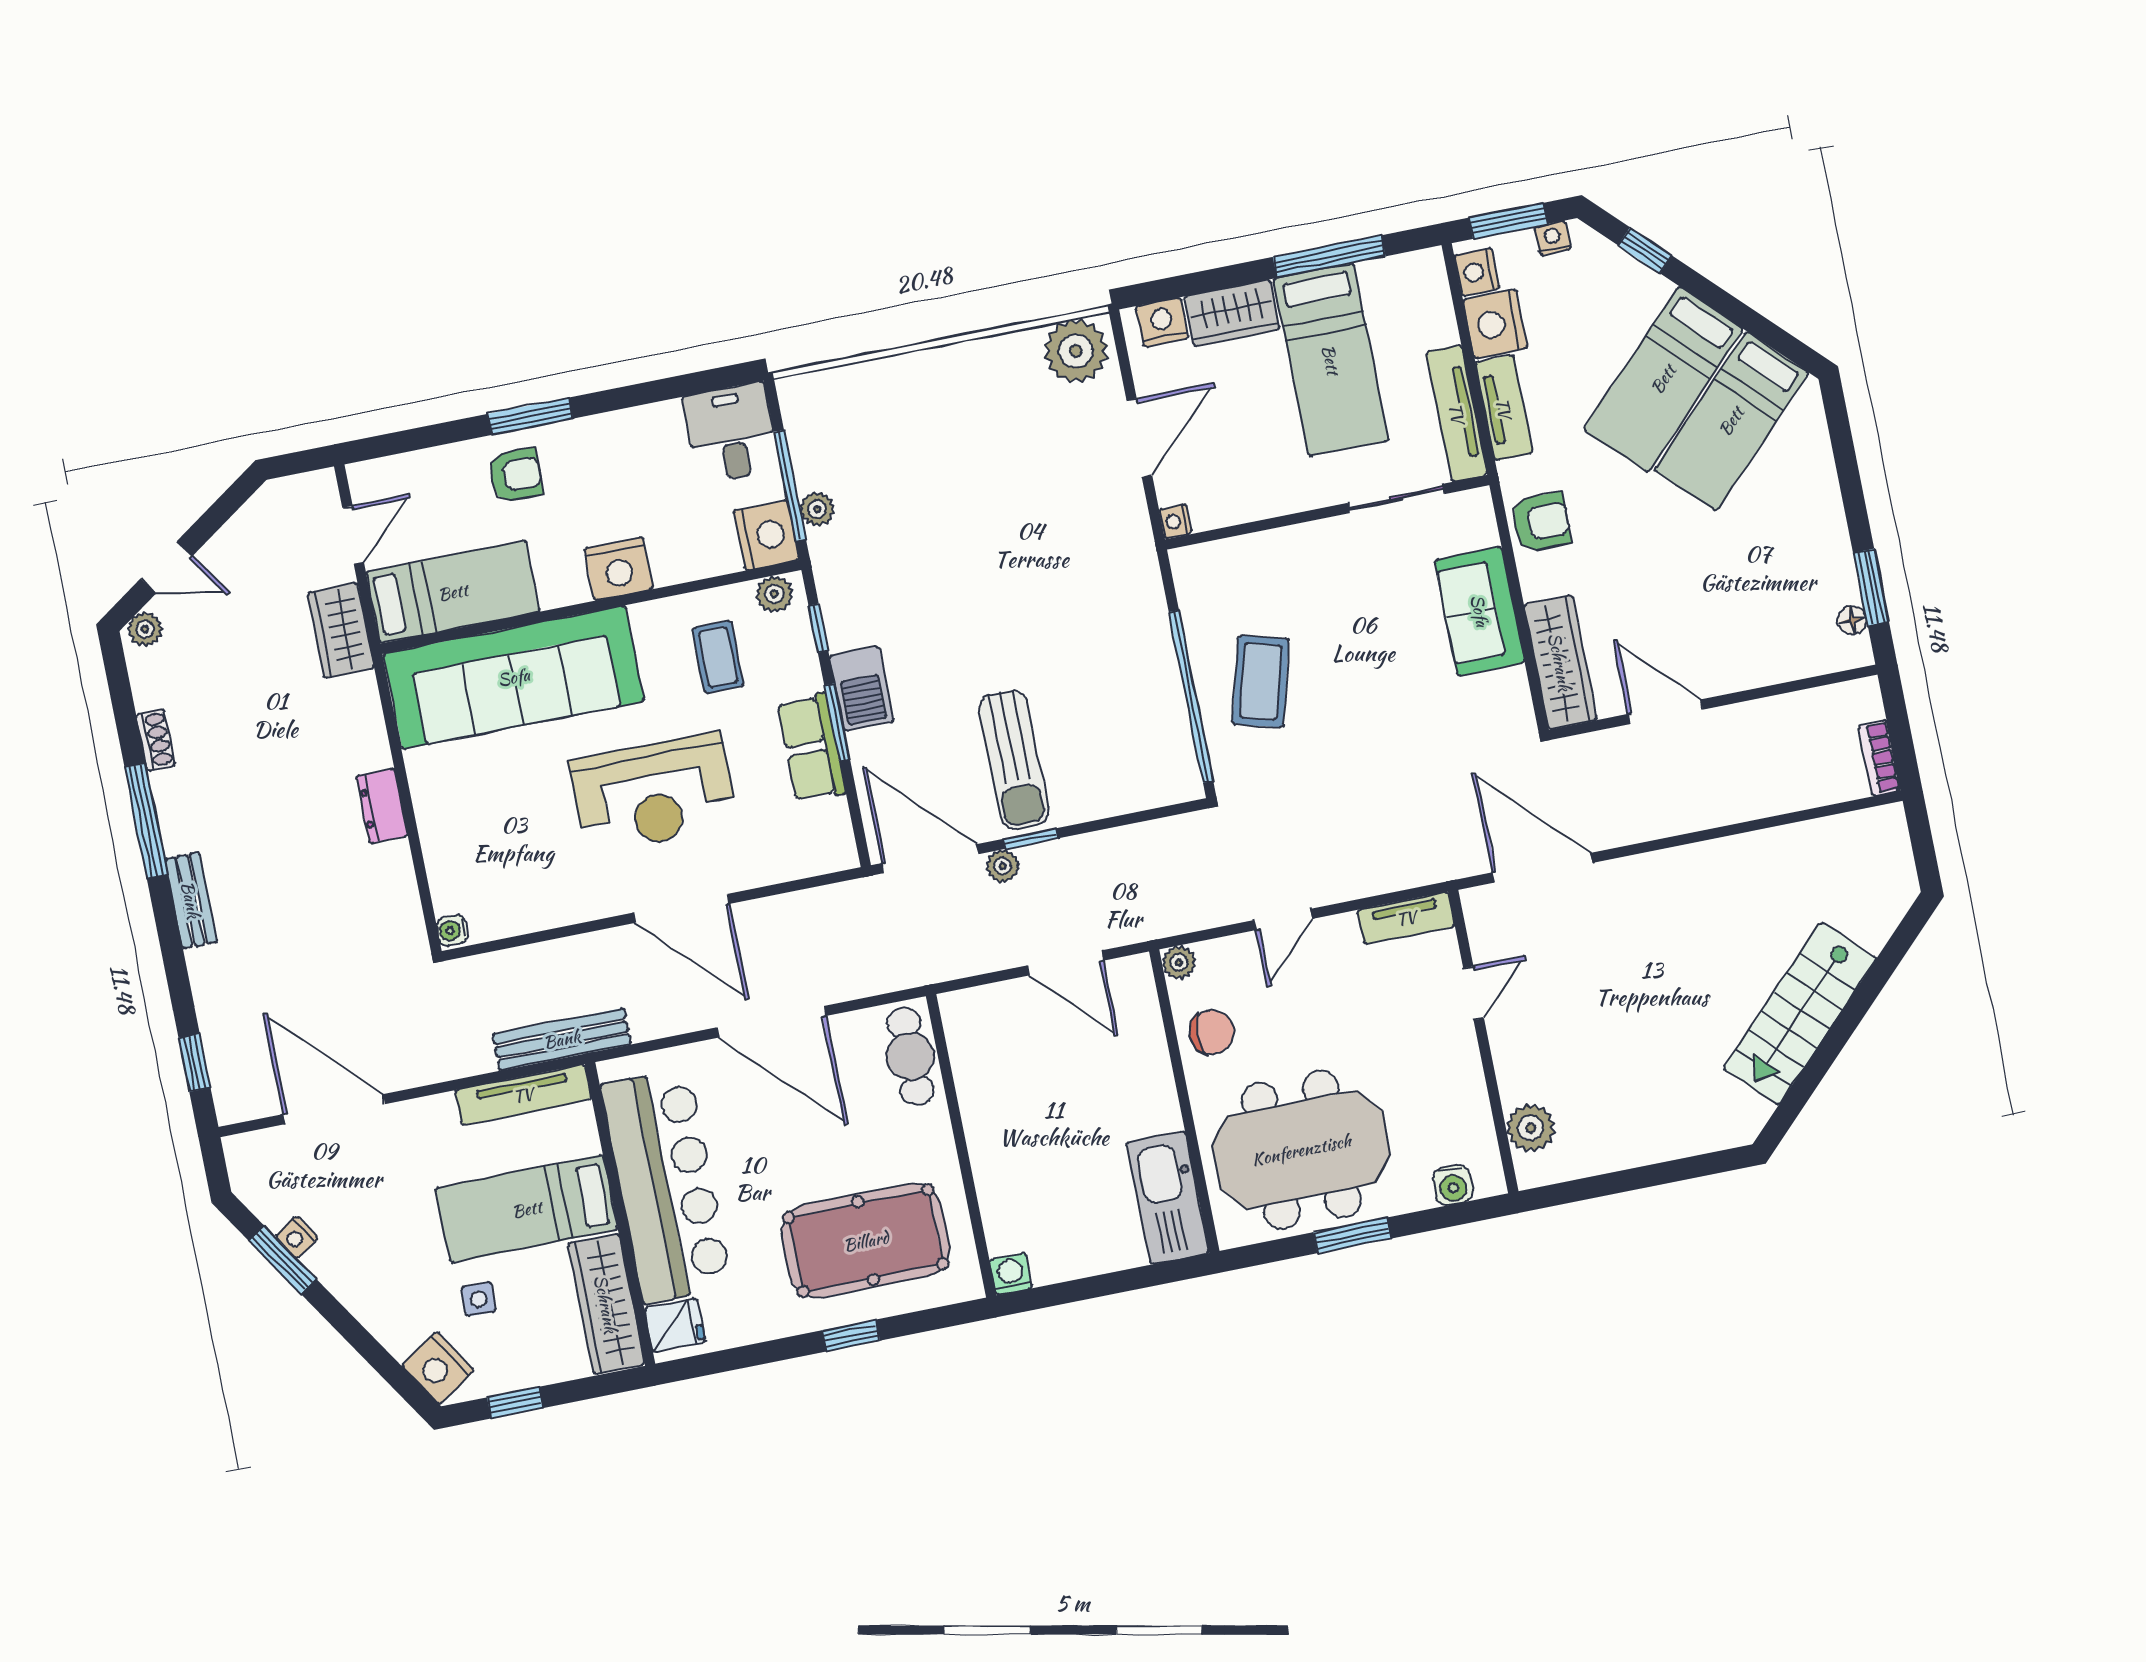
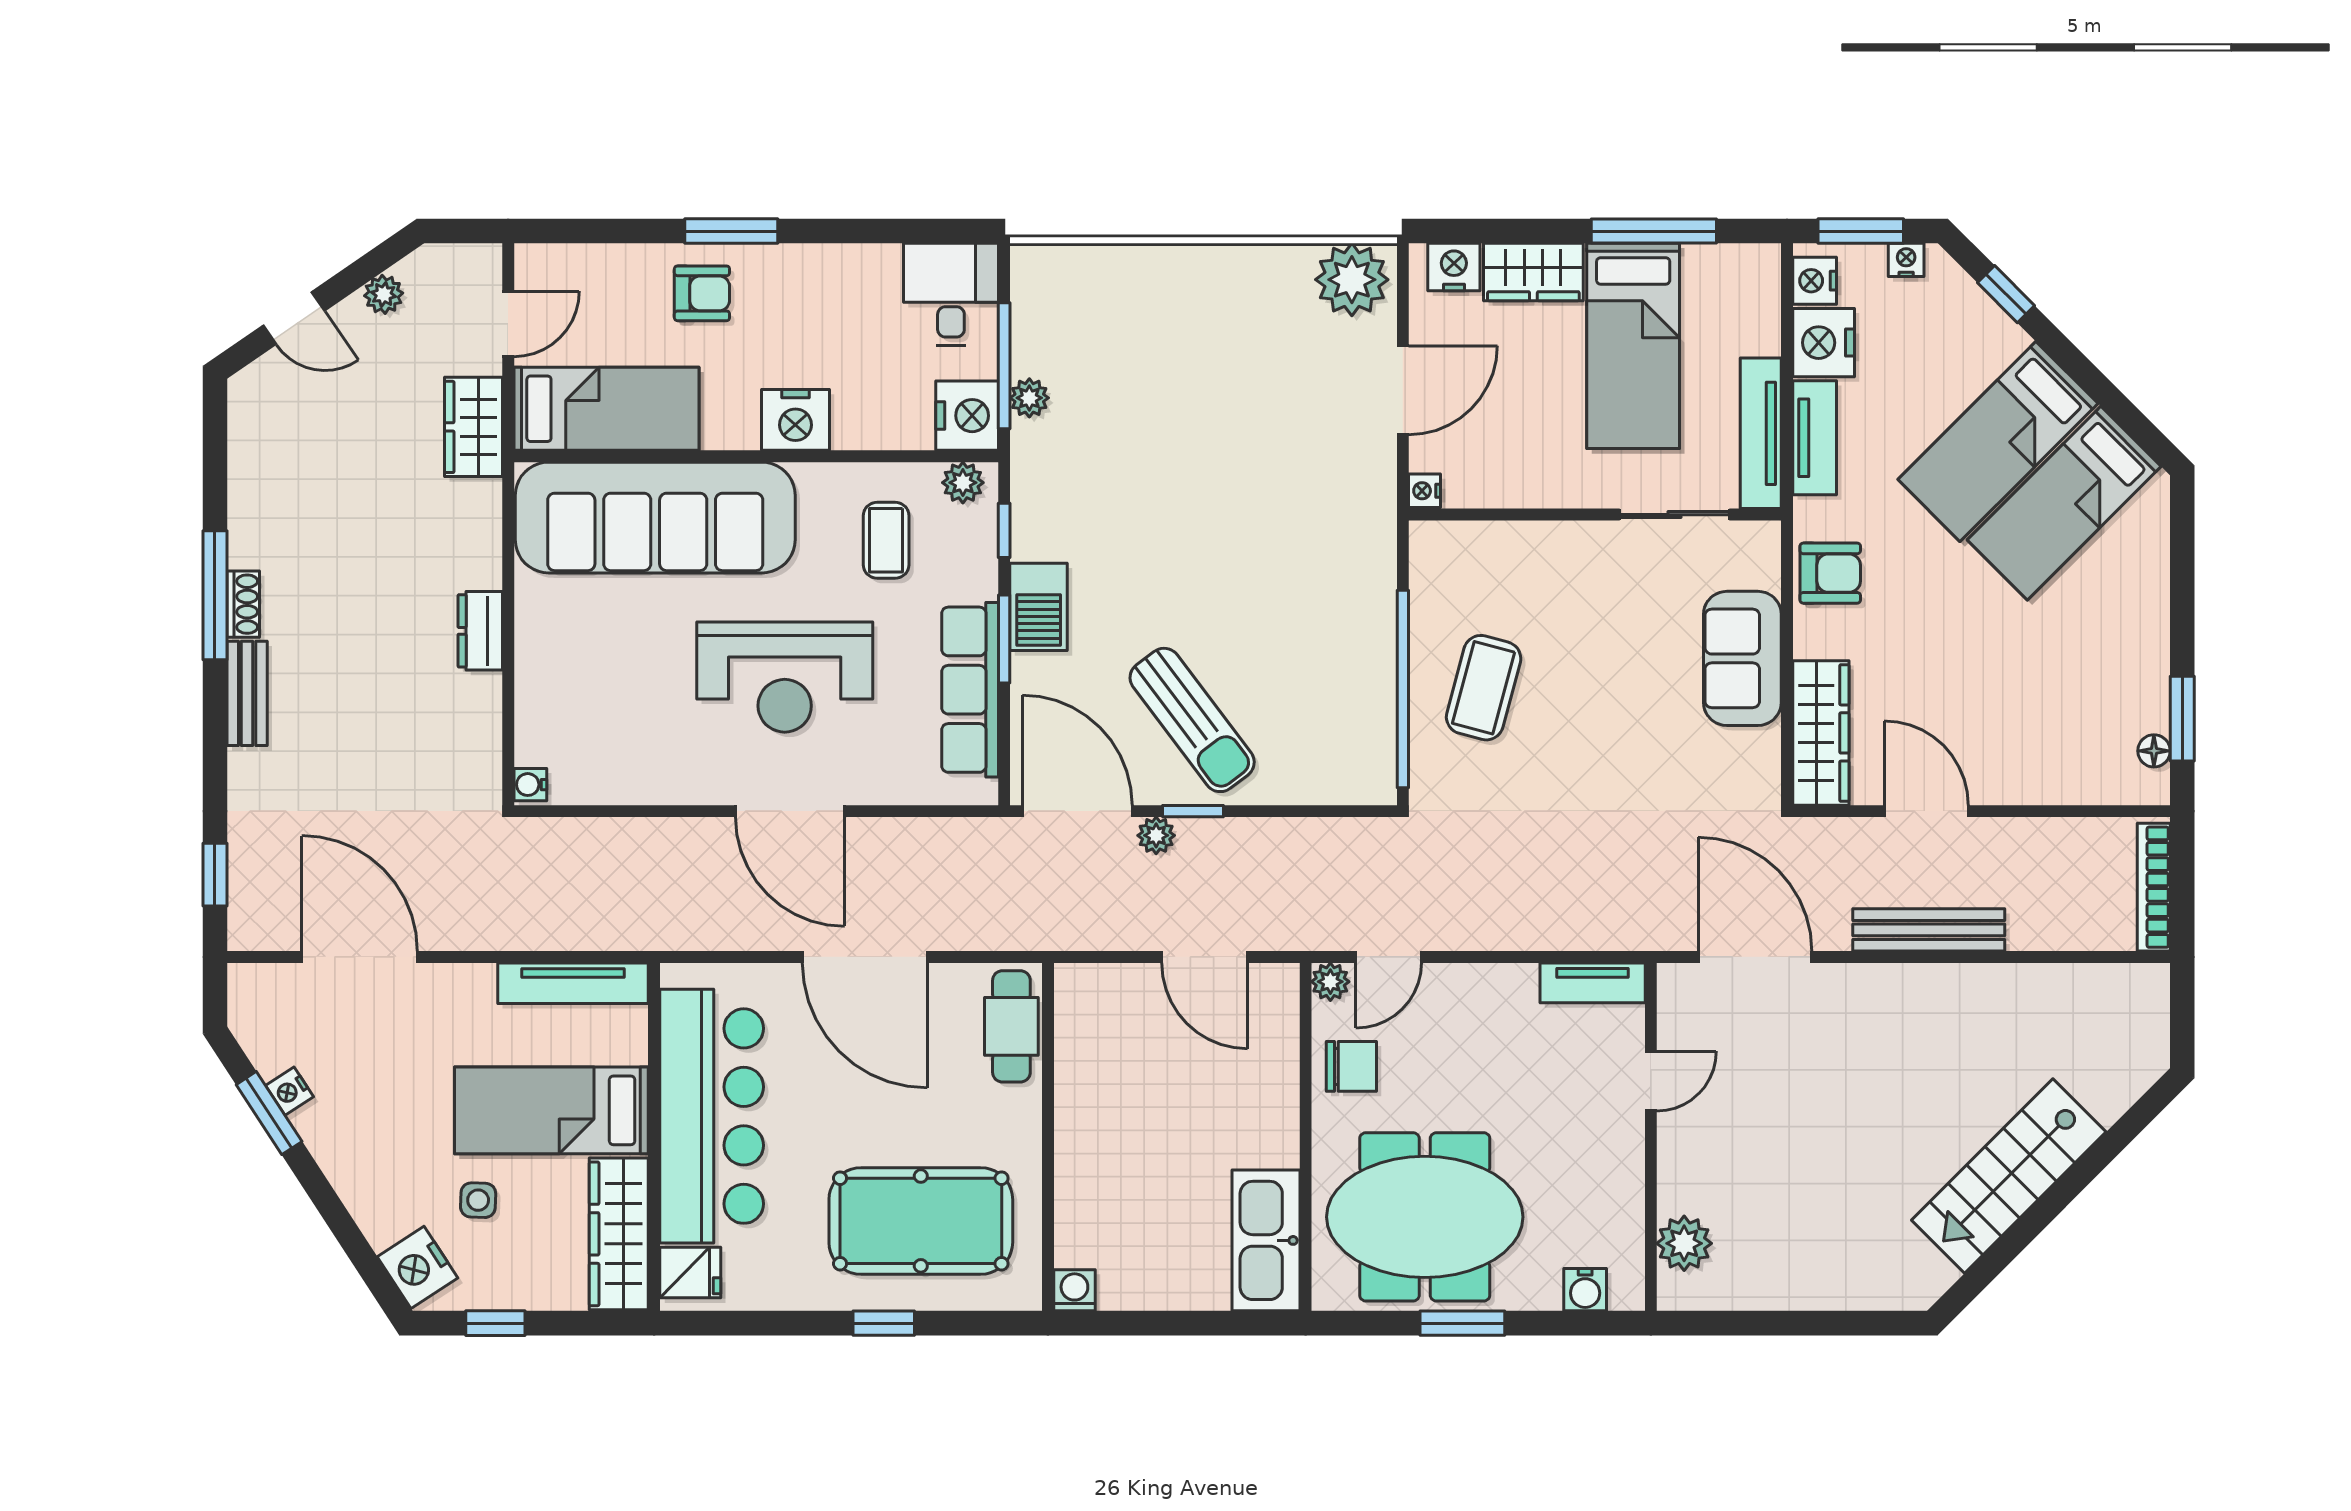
plant: (145, 629) -> (384, 294), moved
shoe rack: (155, 740) -> (243, 604), moved
row of seats: (811, 748) -> (970, 690), width x1.48
bookcase: (1879, 758) -> (2154, 887), width x1.56
sun lounger: (1014, 760) -> (1192, 720), turned -37
door: (1283, 920) -> (1389, 957), moved
bench: (562, 1039) -> (1929, 930), moved

